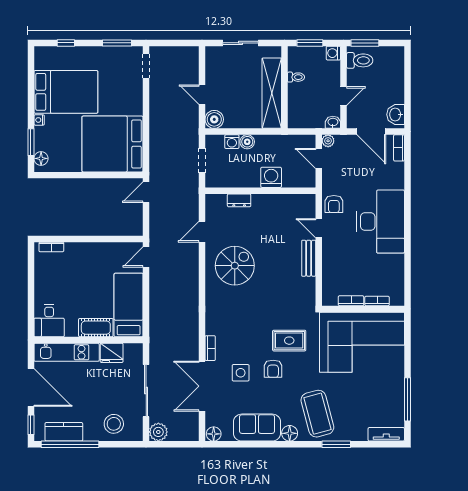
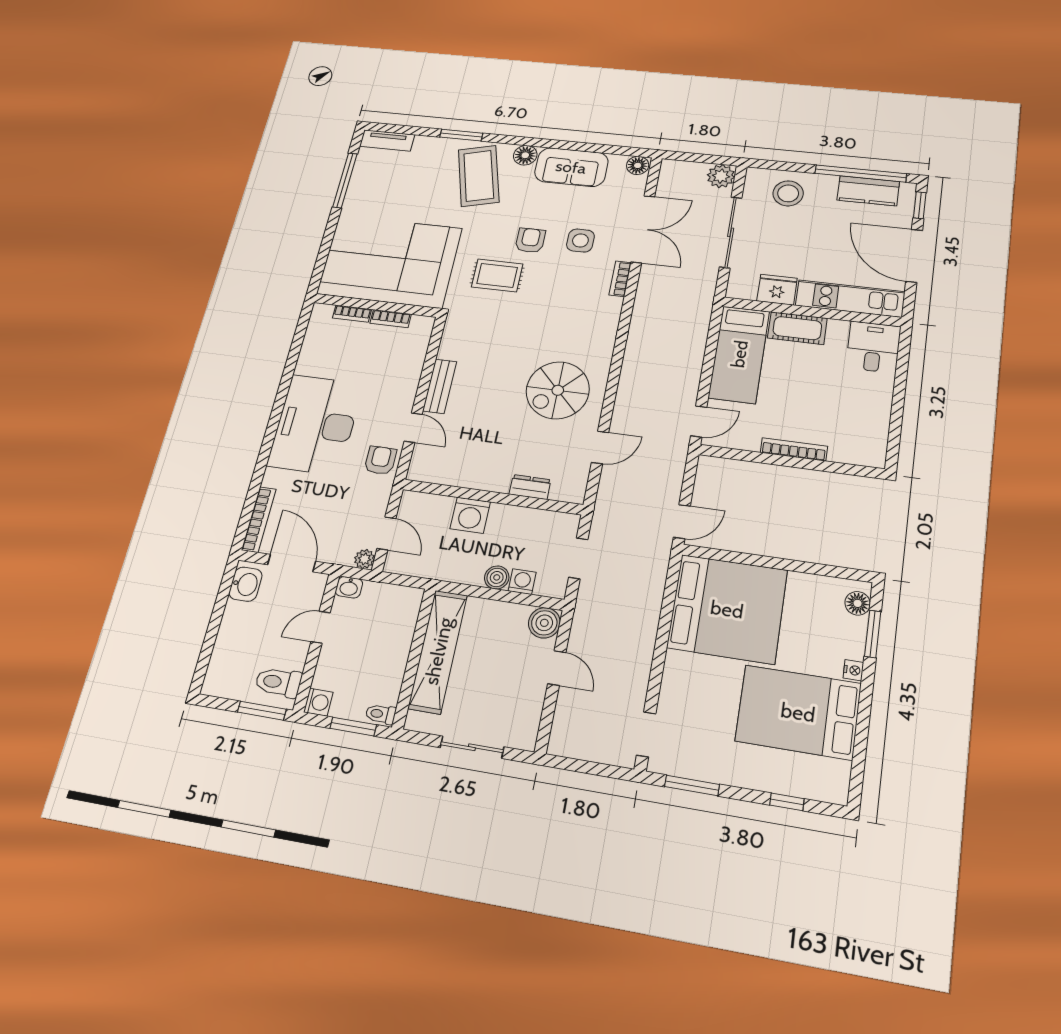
toilet: (296, 77) -> (381, 714), moved
bookcase: (399, 148) -> (259, 520), width x1.56
bookcase: (51, 247) -> (794, 449), moved, width x1.56

